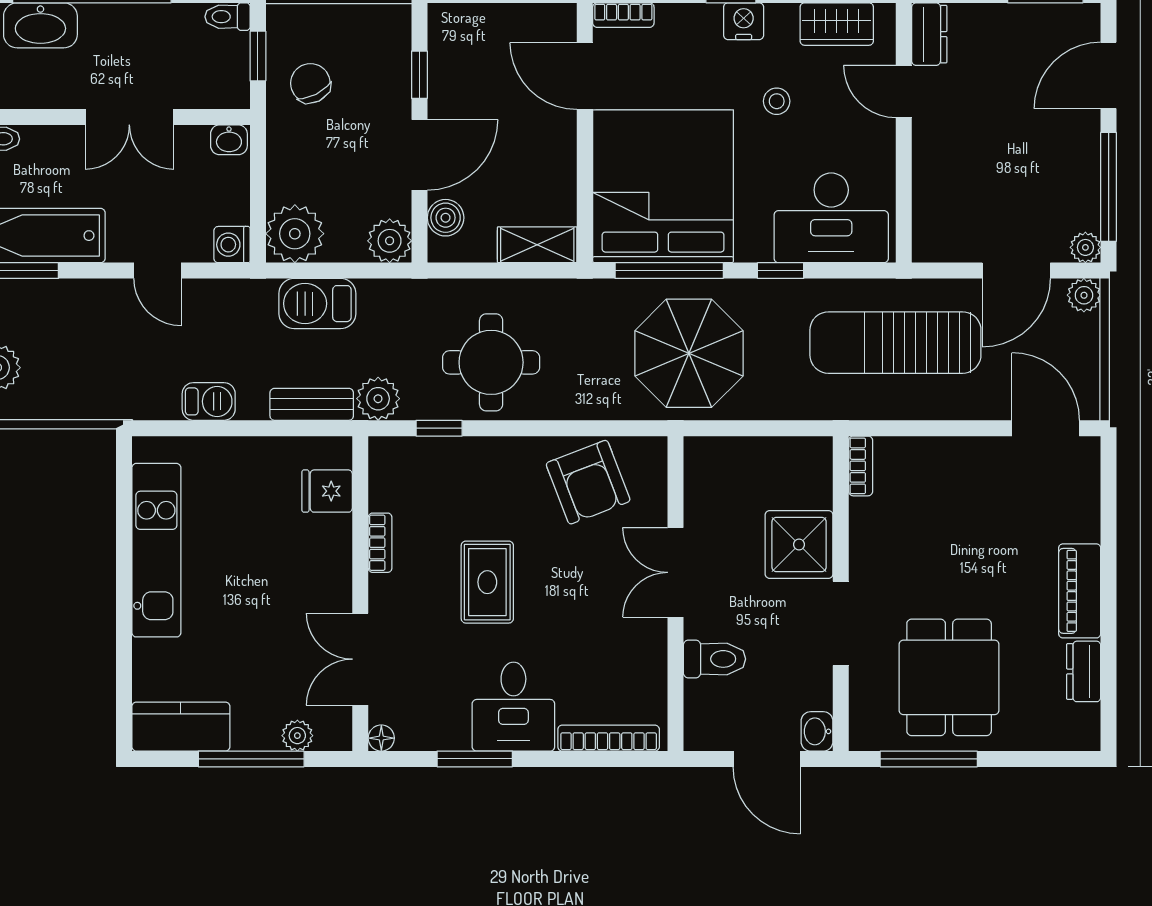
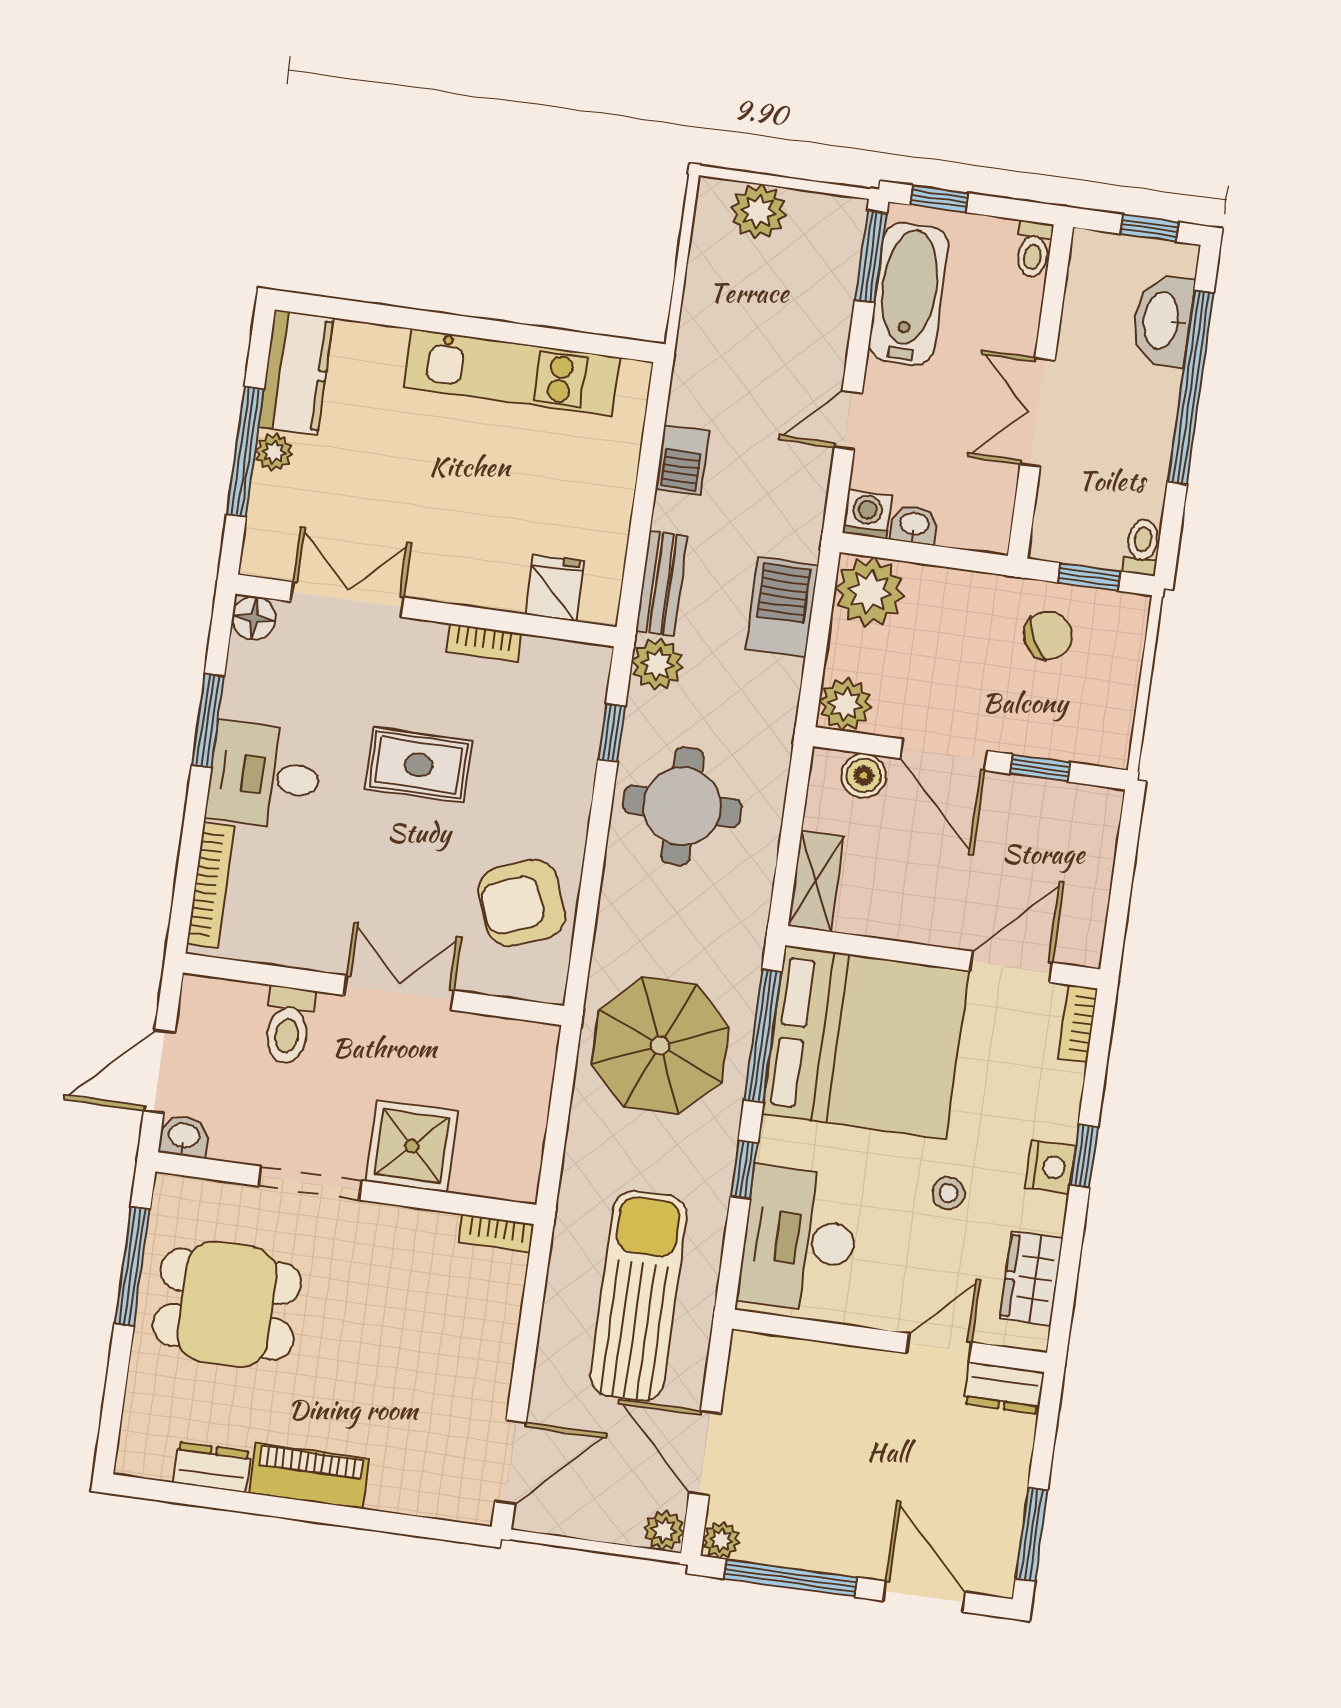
washbasin: (229, 140) -> (914, 525), moved, turned 90
plant: (297, 736) -> (274, 452), moved
floor lamp: (381, 738) -> (254, 618), width x1.37, depth x1.37

